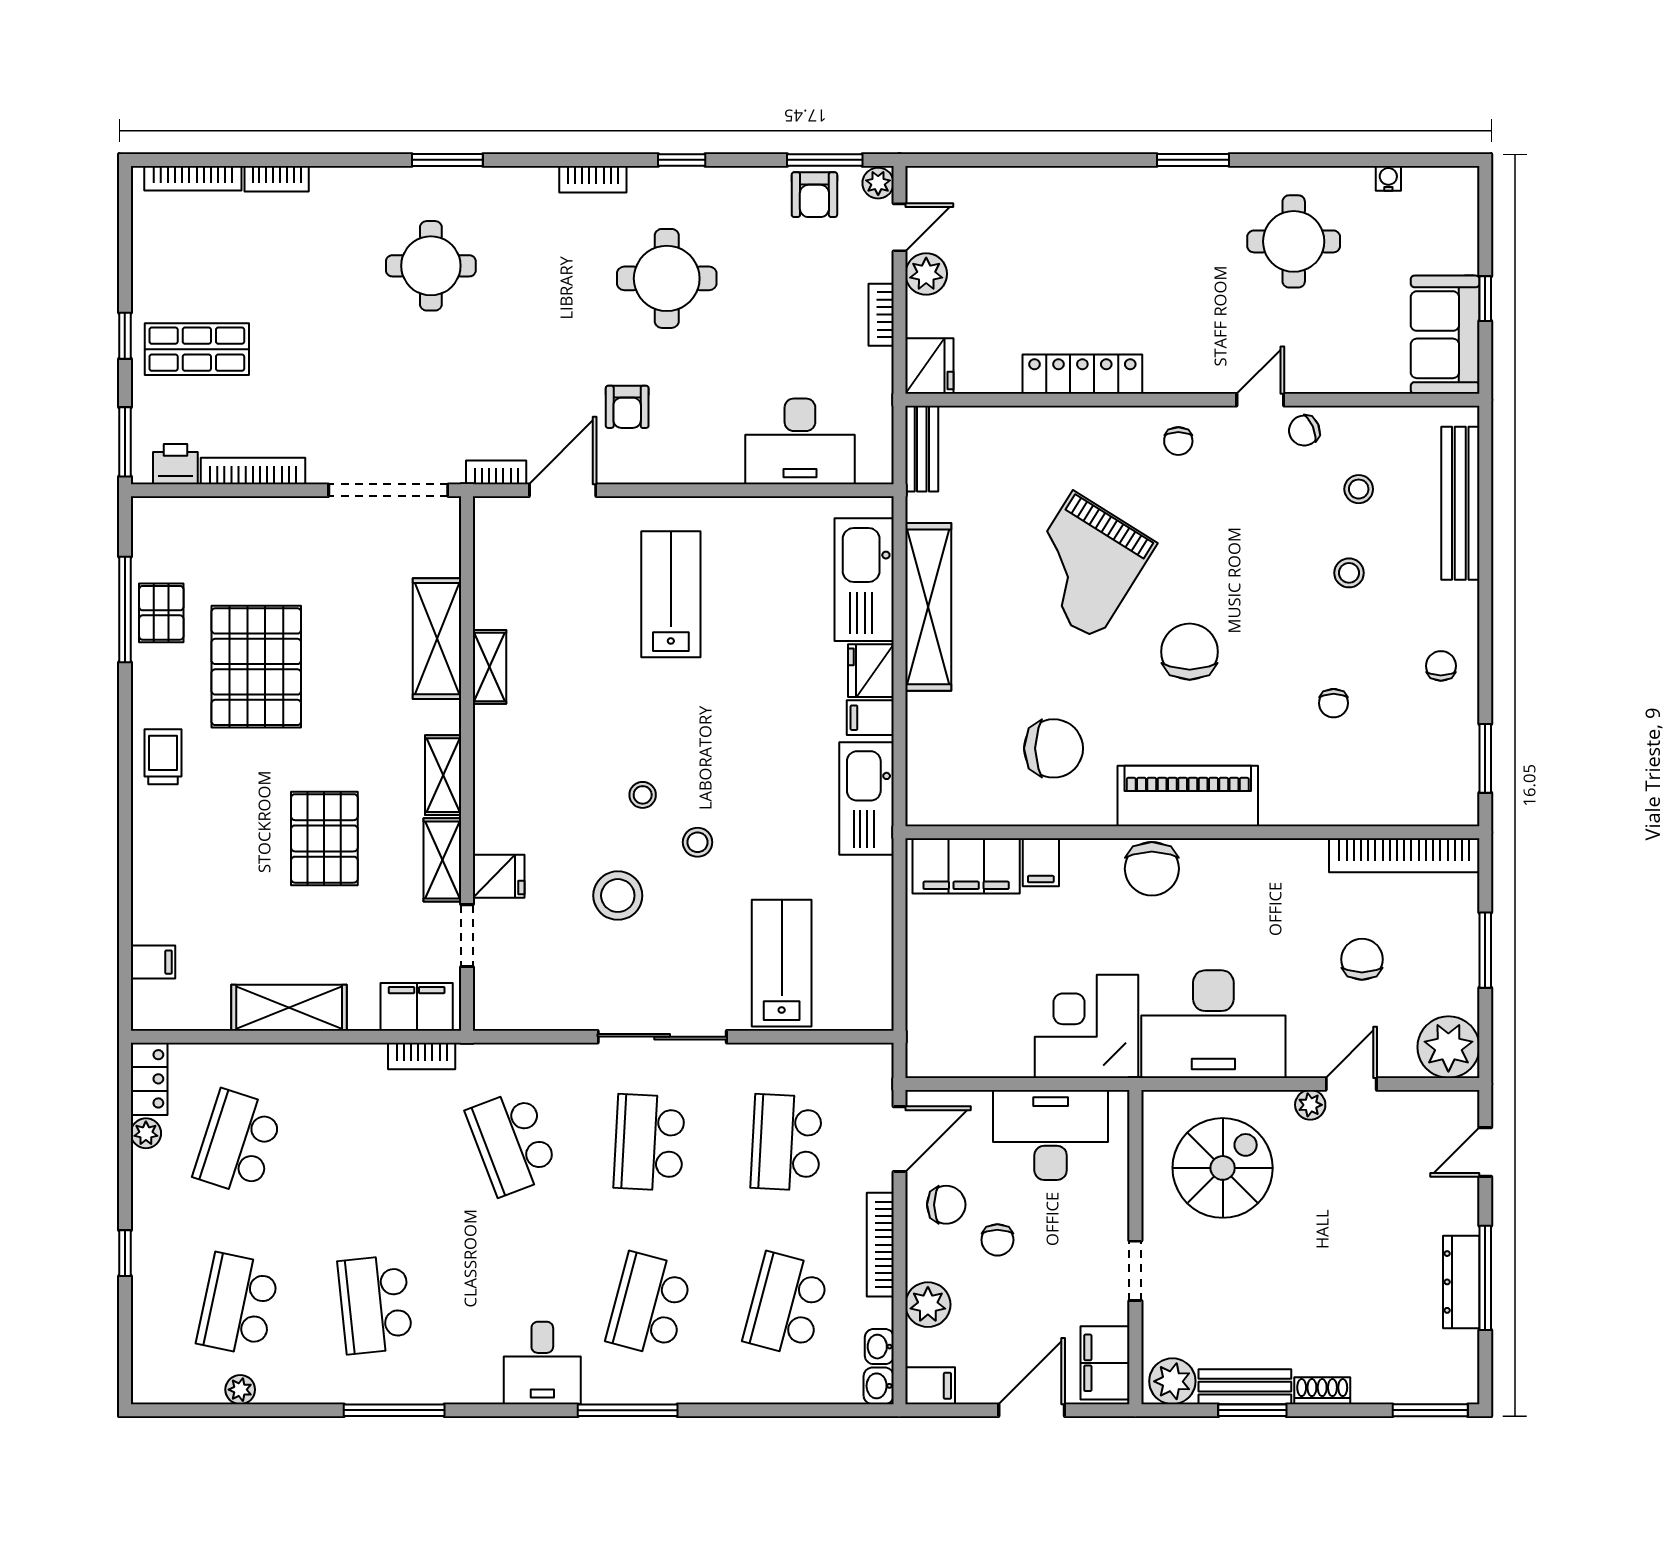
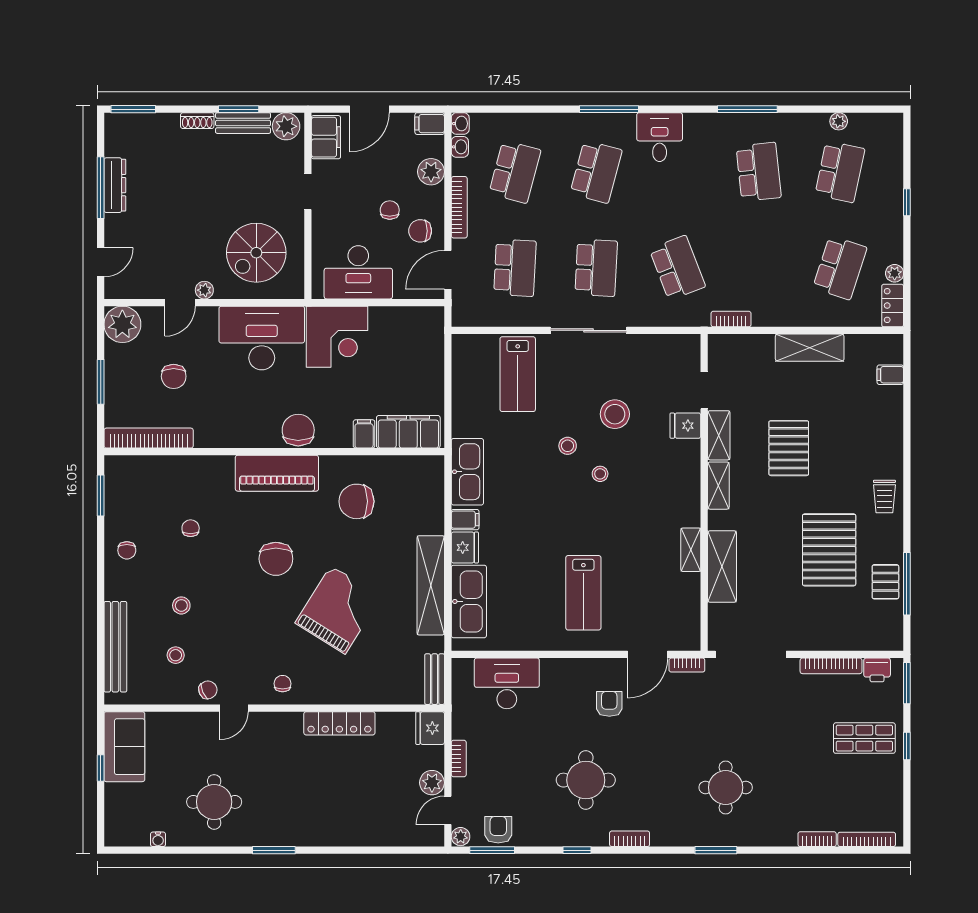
filing cabinet: (417, 1007) -> (734, 348), removed

